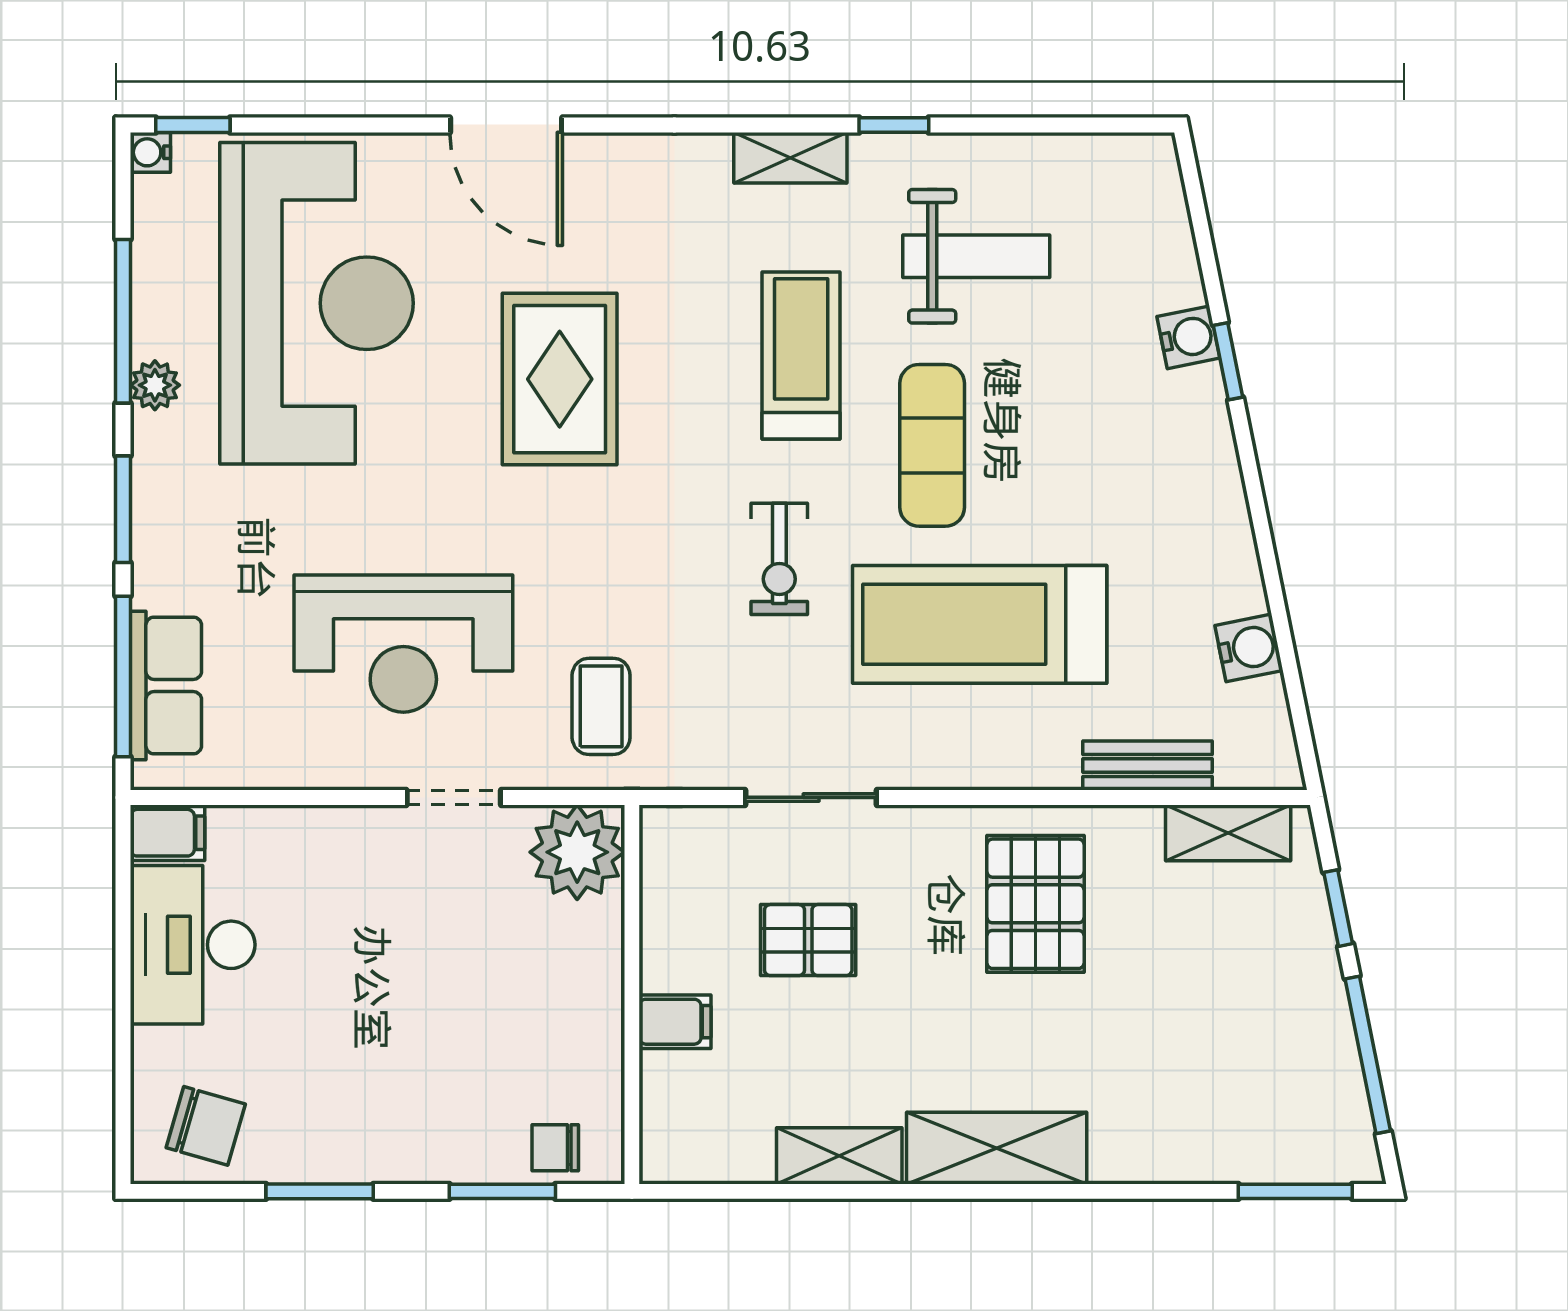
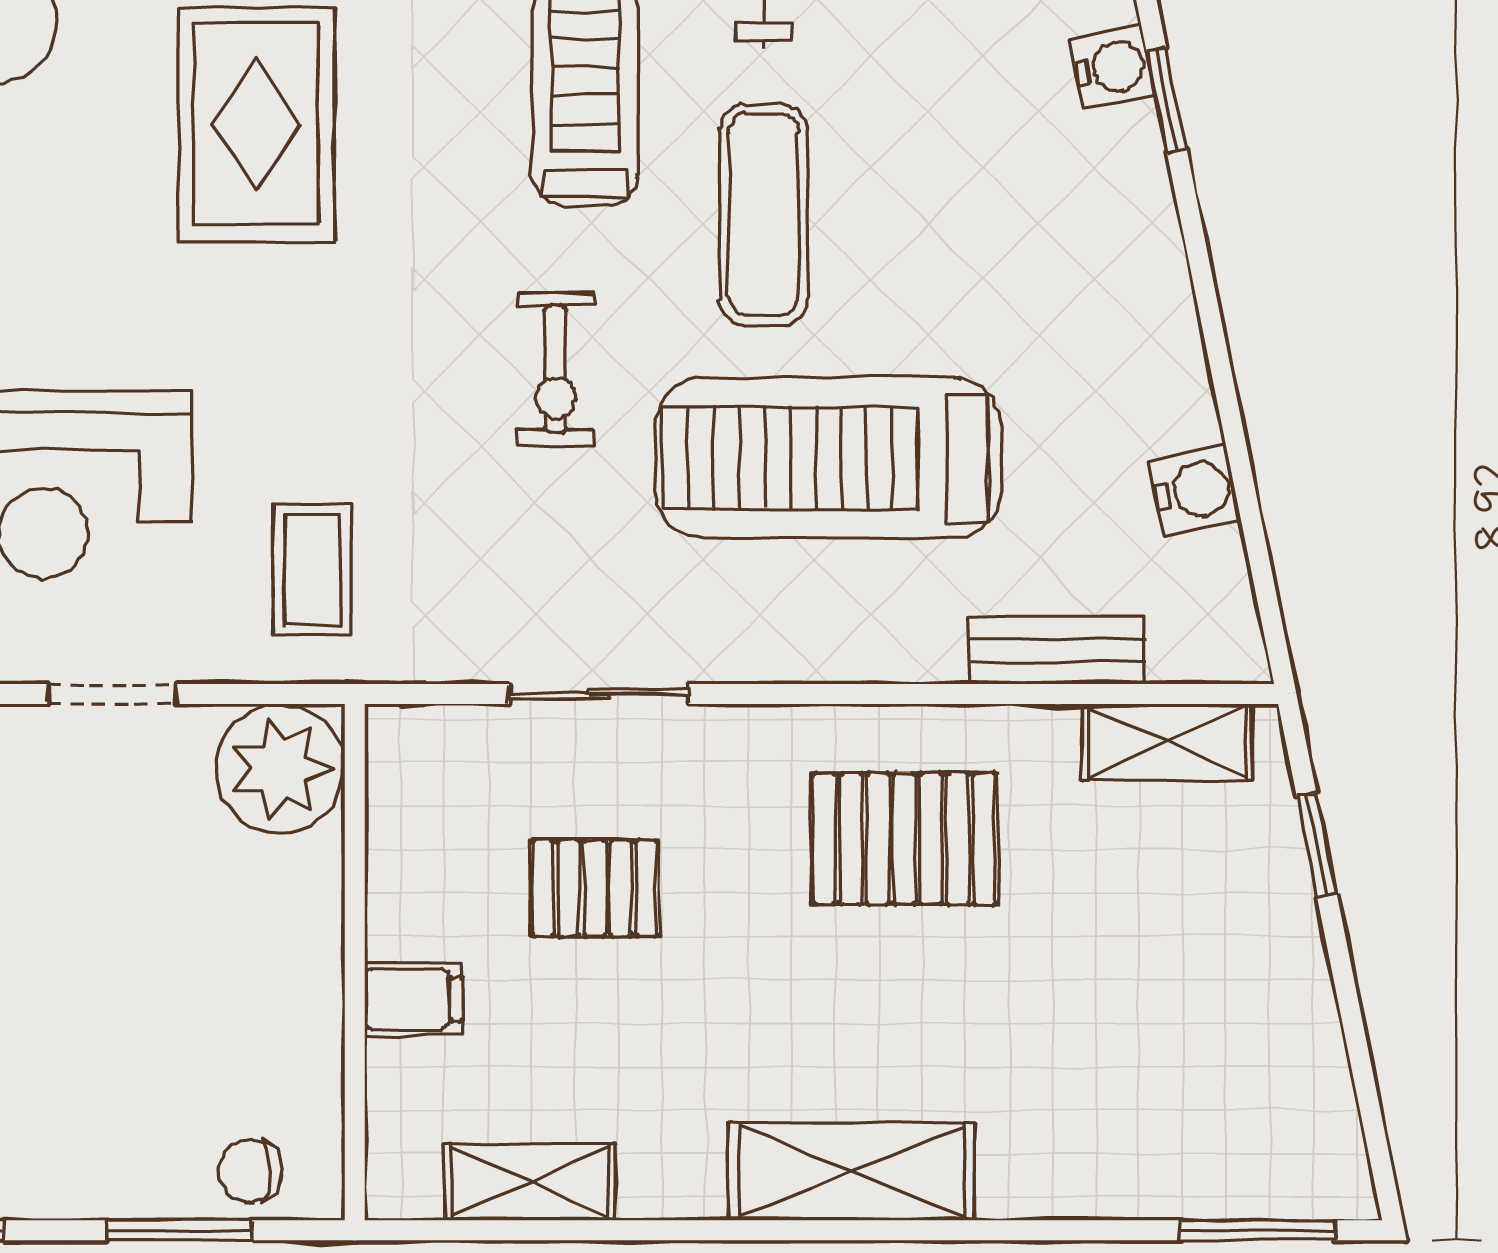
pallet: (1035, 904) -> (904, 839), turned 90
window: (1368, 1055) -> (1357, 1045), removed
shelving: (839, 1156) -> (530, 1182), moved

